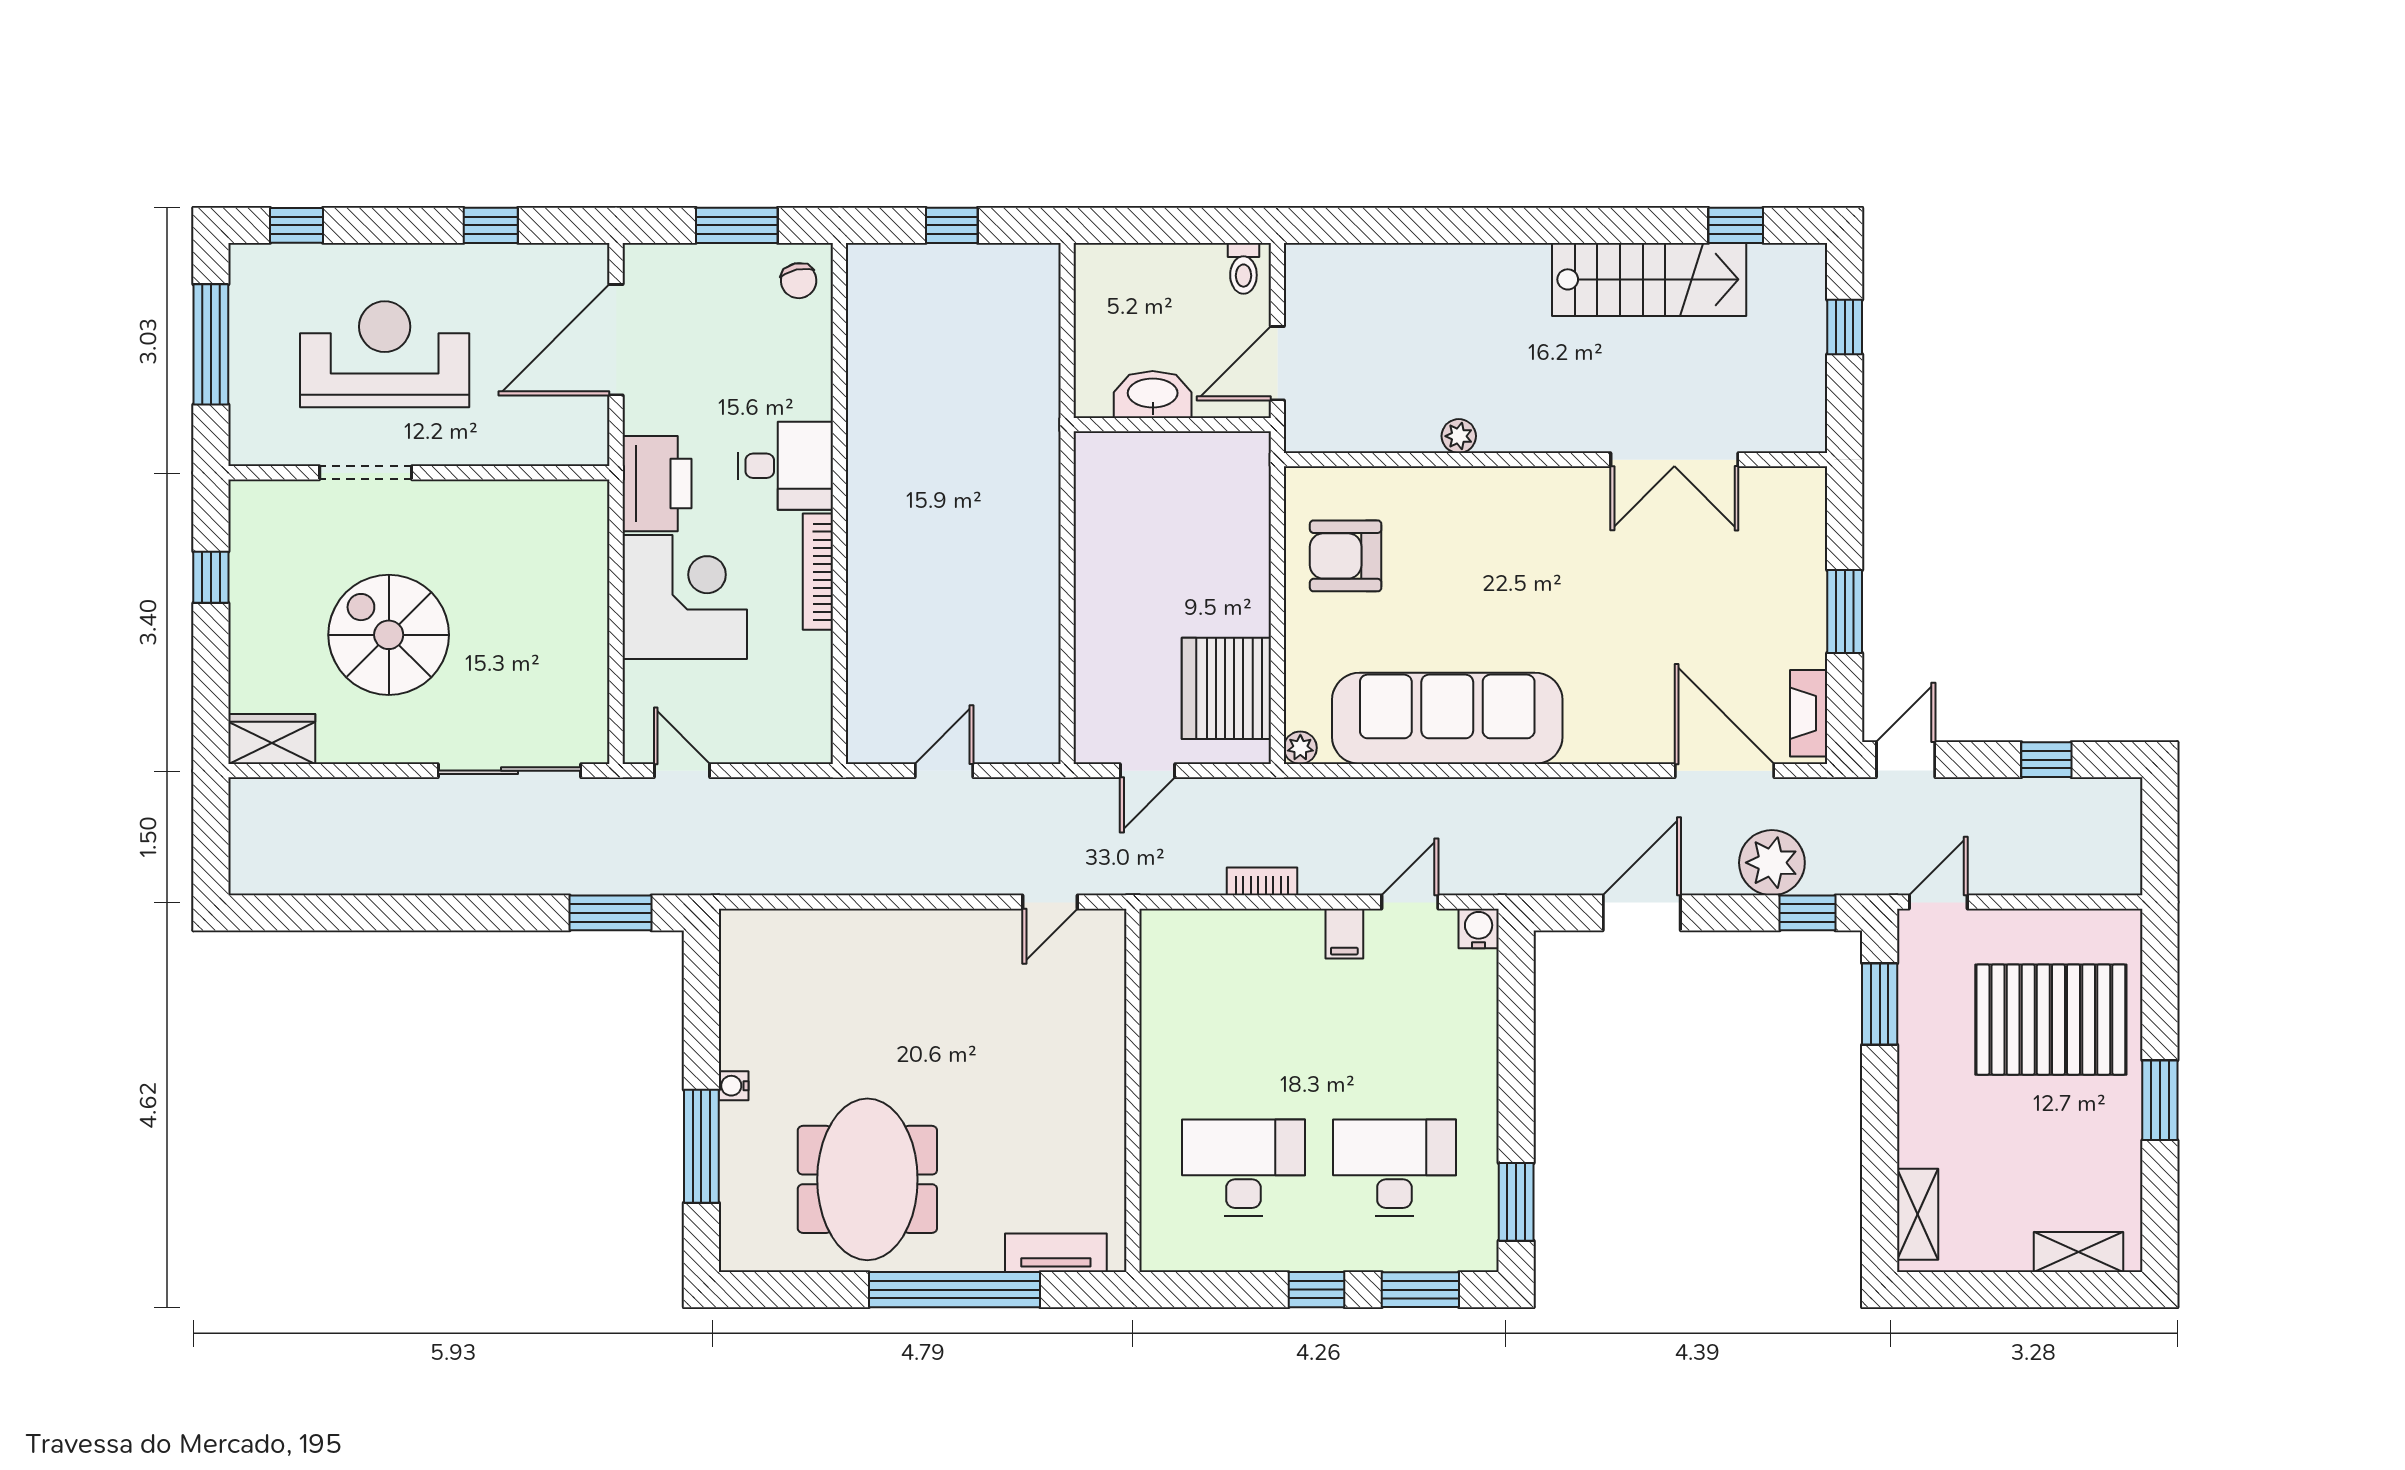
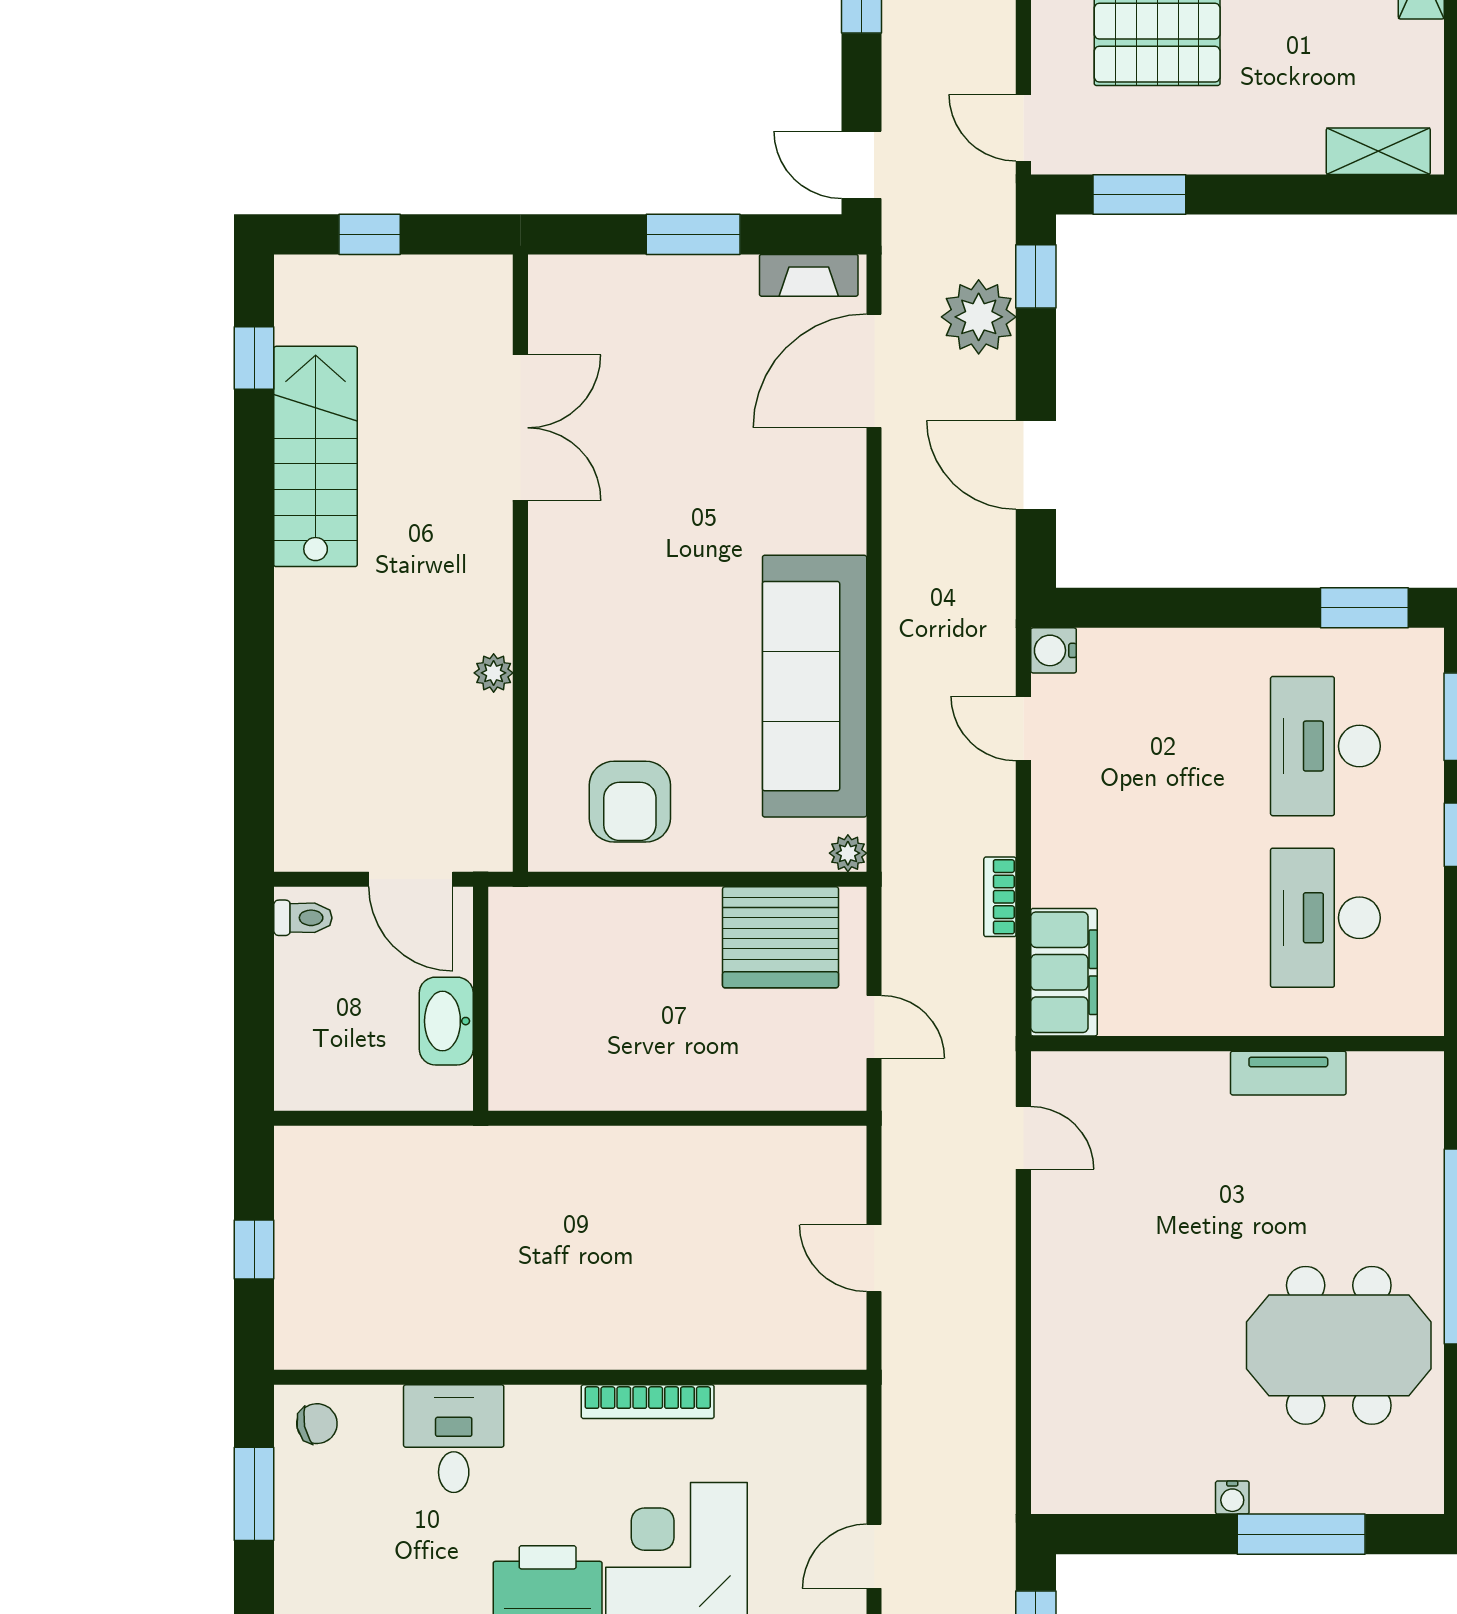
desk: (785, 466) -> (454, 1439), moved
filing cabinet: (1344, 934) -> (1064, 972), moved, width x3.00, depth x1.17
tv unit: (1056, 1253) -> (1288, 1073), moved, turned -90

